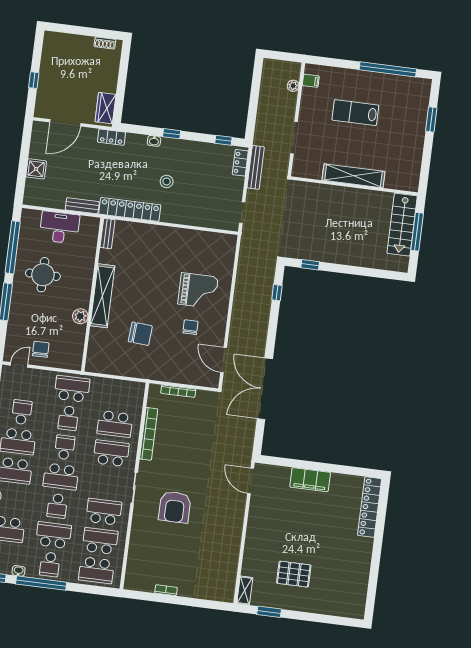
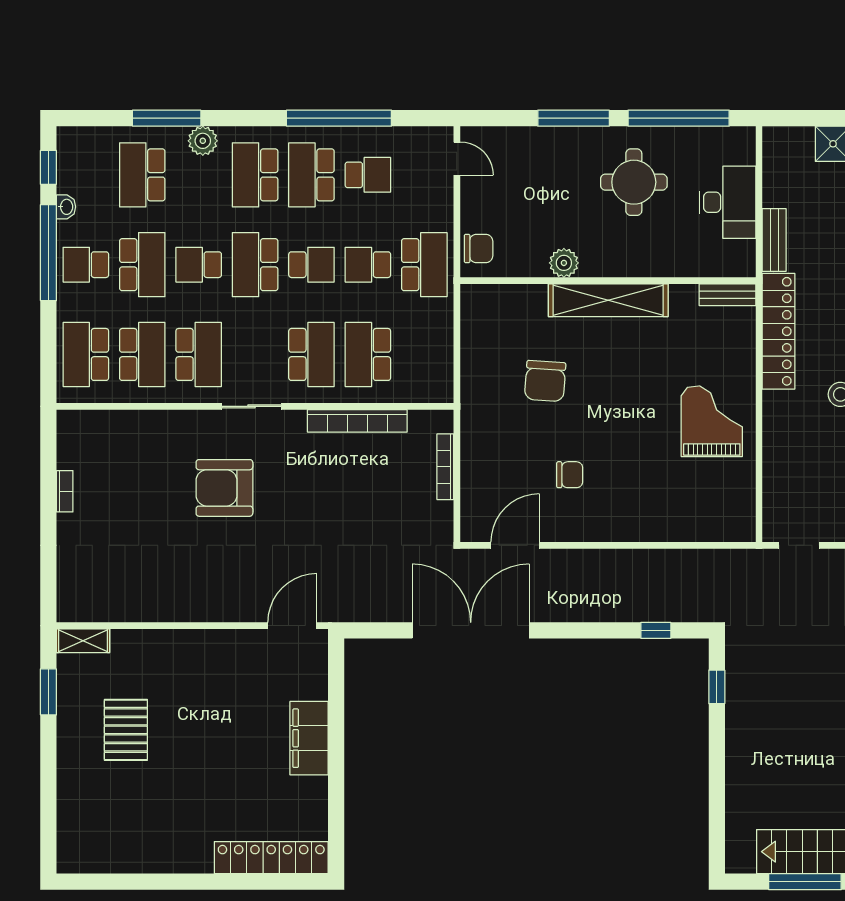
grand piano: (198, 291) -> (712, 421), moved, turned 180
chair: (41, 349) -> (479, 249), moved

